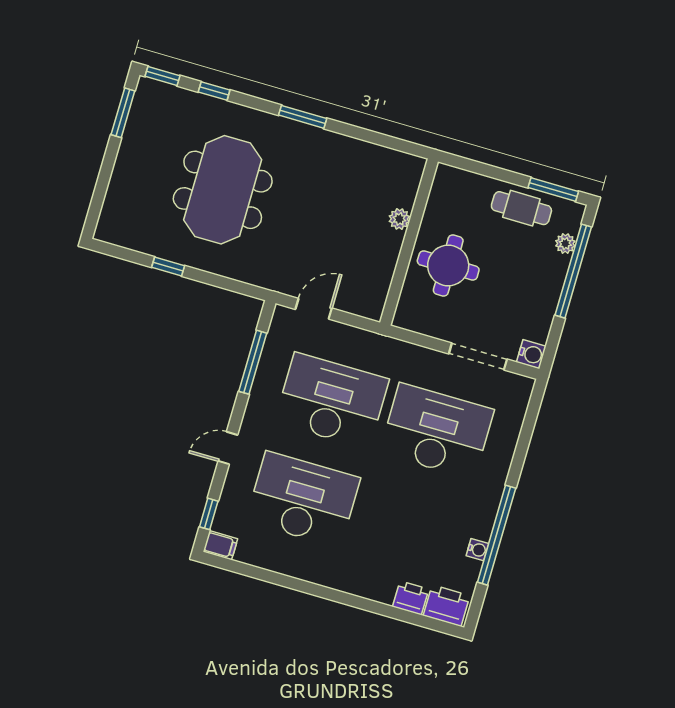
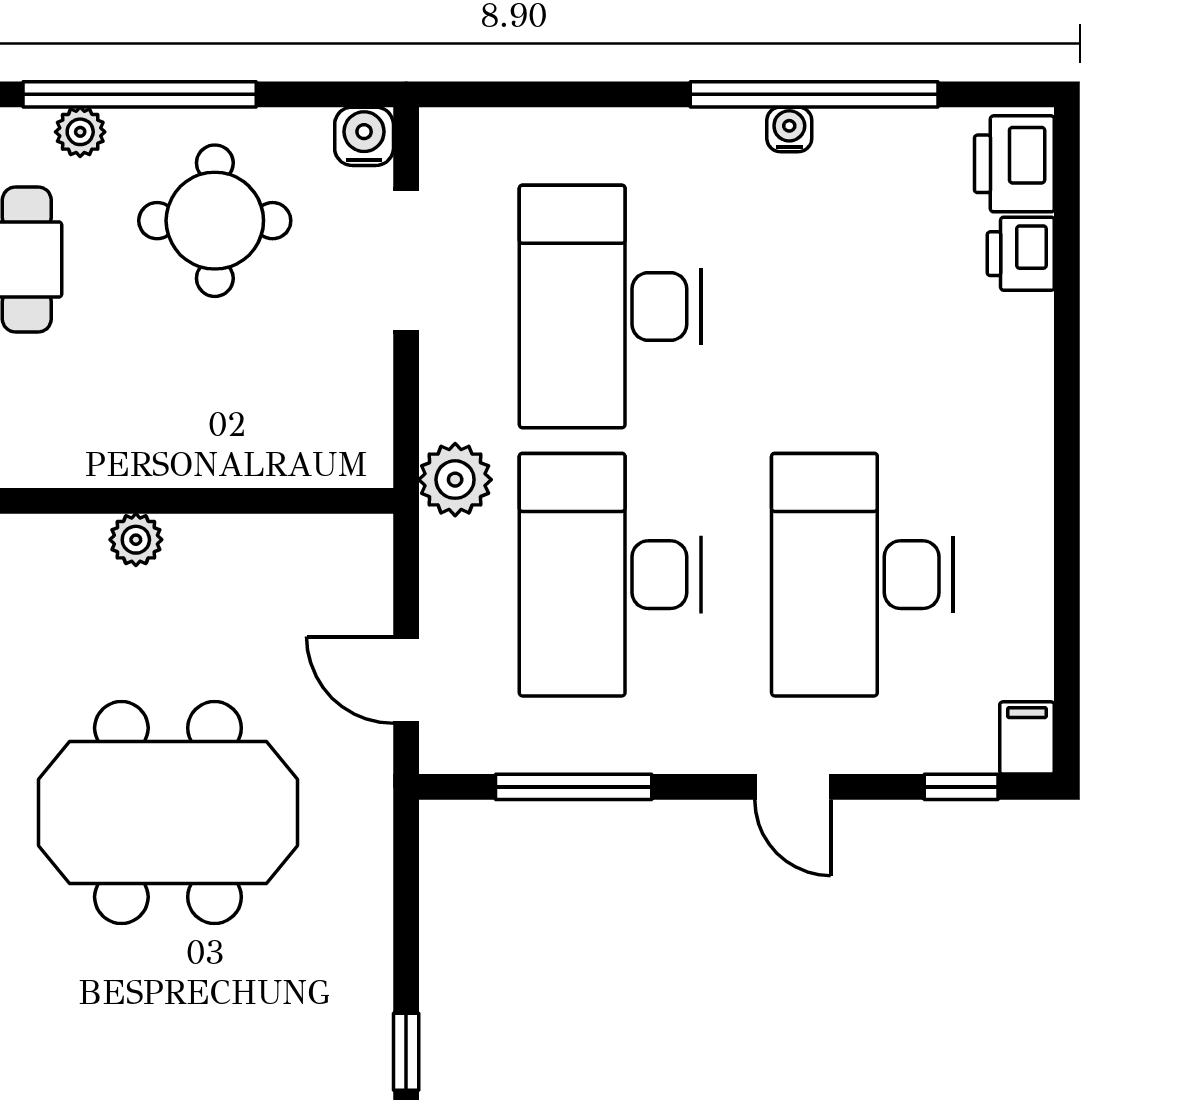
meeting table: (223, 190) -> (168, 813), moved
round table: (448, 266) -> (215, 221), moved
plant: (387, 351) -> (455, 480), added
water cooler: (477, 550) -> (789, 129), moved

